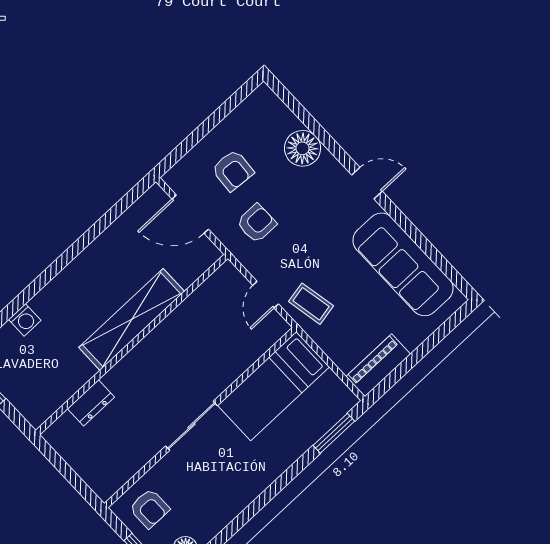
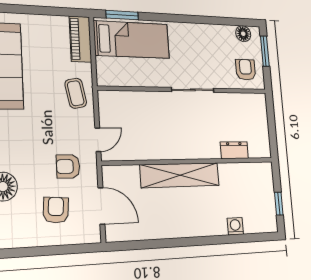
door: (266, 295) -> (98, 140), moved
piano: (378, 365) -> (80, 39), moved, turned 90
bed: (273, 386) -> (132, 40), moved

